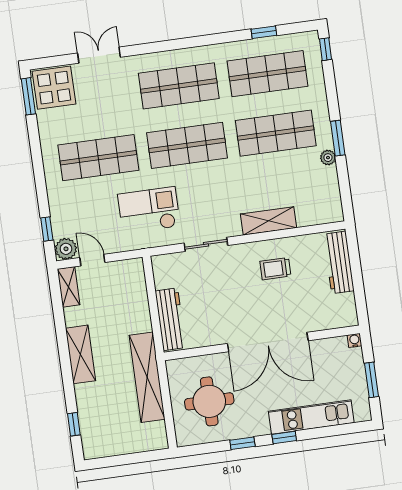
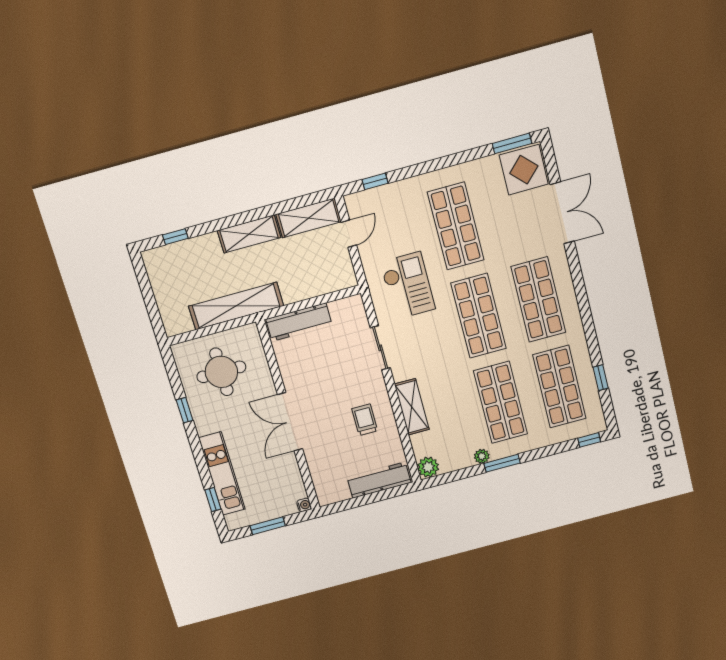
double door: (99, 55) -> (562, 213), width x1.37
plant: (66, 249) -> (428, 467), moved
shelving: (69, 287) -> (309, 218), width x1.50, depth x1.33
double door: (268, 342) -> (290, 422), width x0.73
window: (284, 437) -> (213, 500), moved

